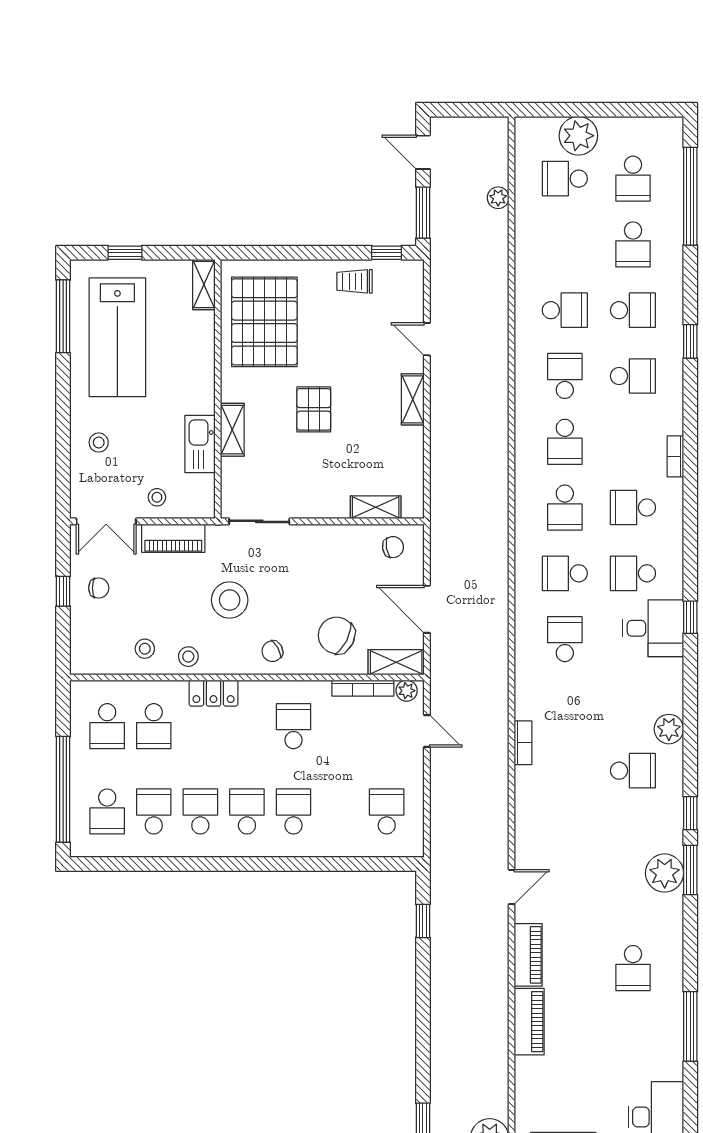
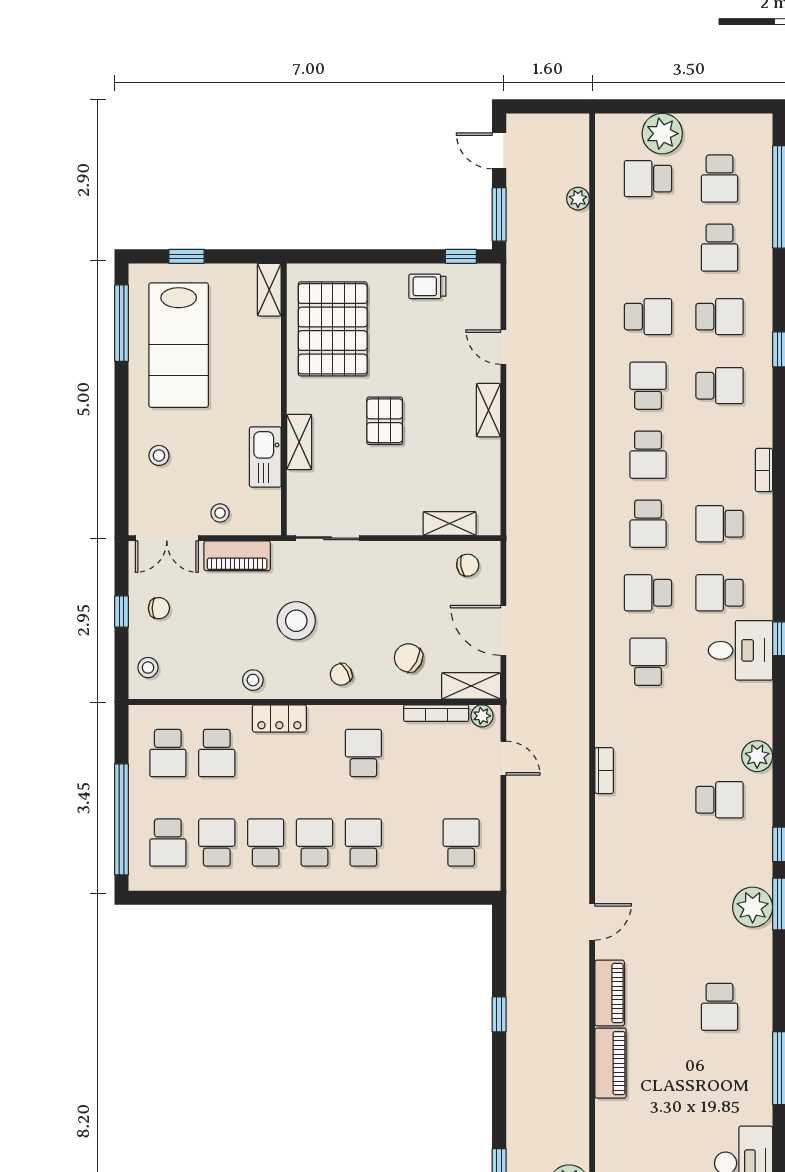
chair: (336, 635) -> (408, 658), width x0.73, depth x0.73
stool: (145, 649) -> (148, 668), moved
window: (423, 921) -> (499, 1014), moved

